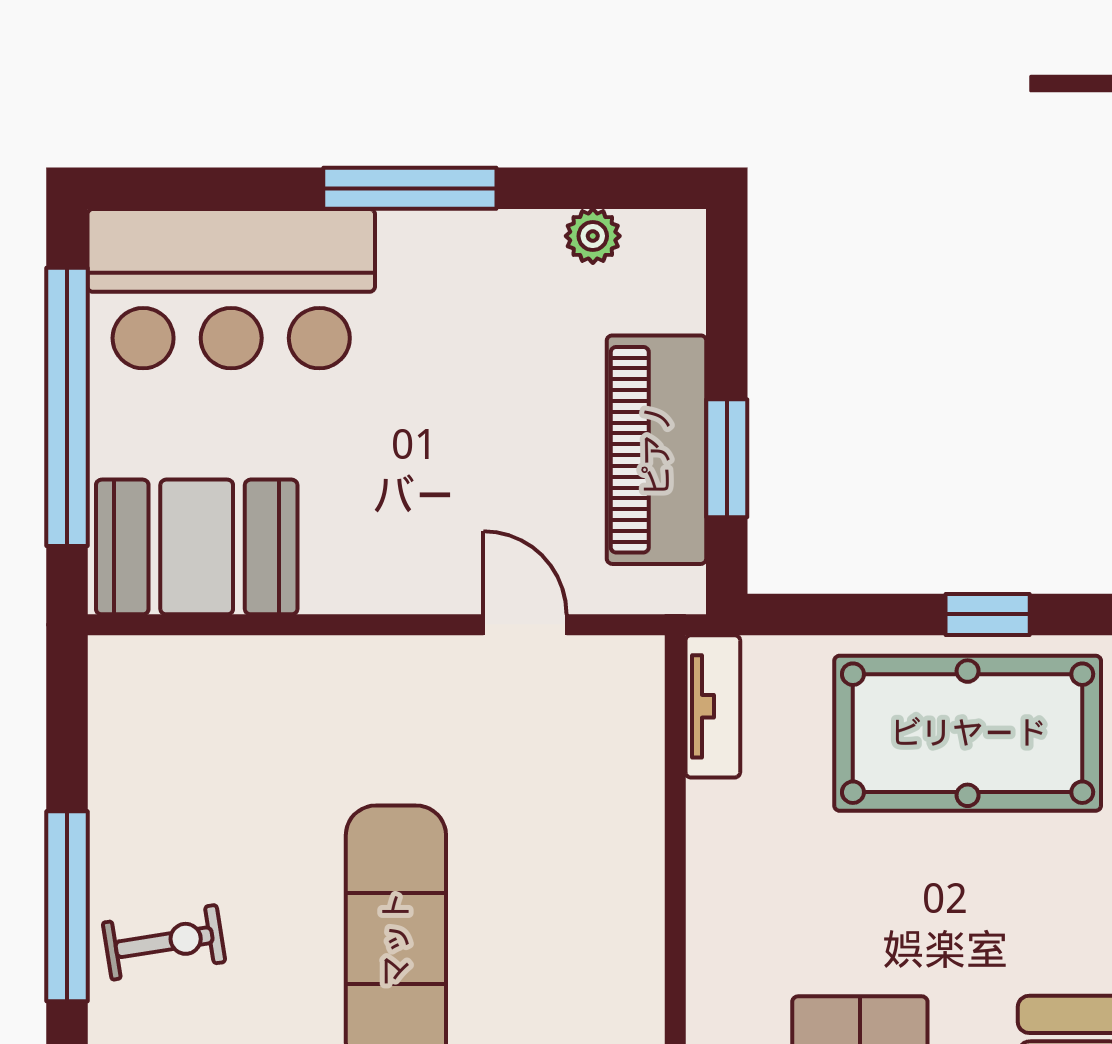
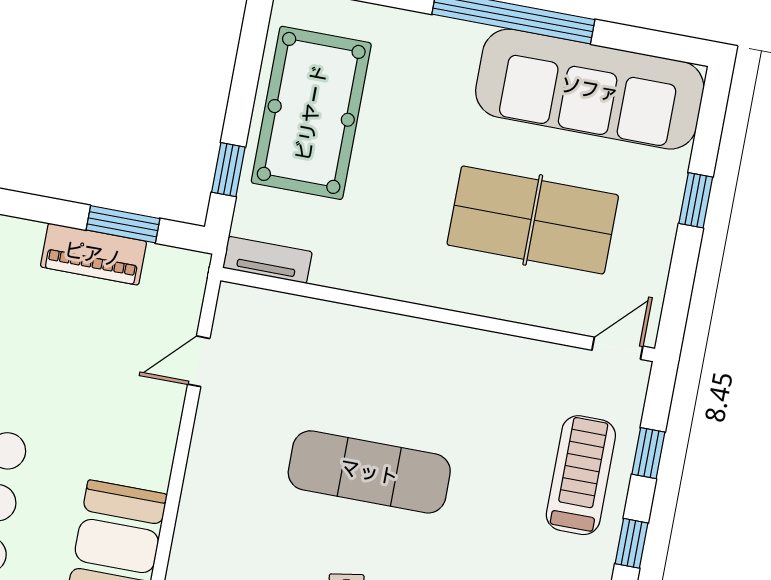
piano: (657, 450) -> (93, 254), width x0.73, depth x0.75
window: (988, 614) -> (228, 170), moved

